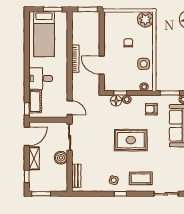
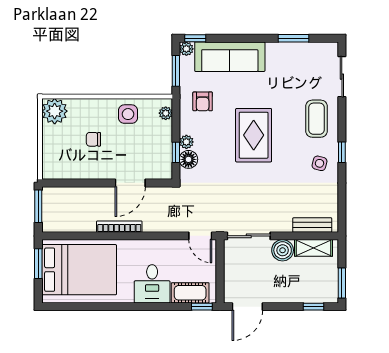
bed: (44, 34) -> (79, 270), width x1.50
door: (70, 108) -> (200, 236), swing flipped
door: (27, 136) -> (247, 307), swing flipped
shelving: (34, 158) -> (314, 248), moved

